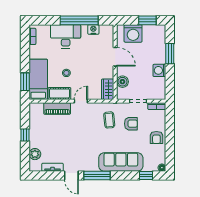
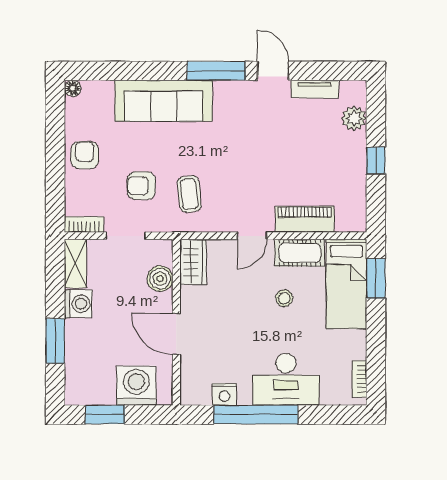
shelving: (161, 88) -> (75, 264), added
window: (146, 176) -> (108, 71), removed

